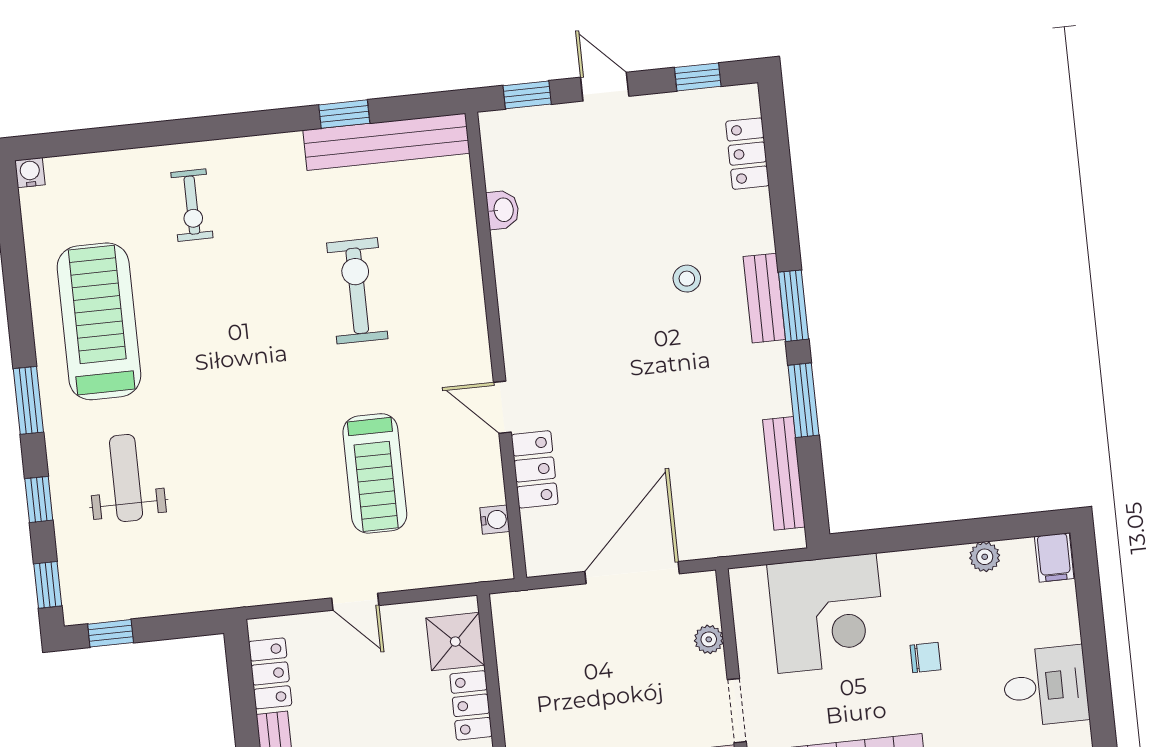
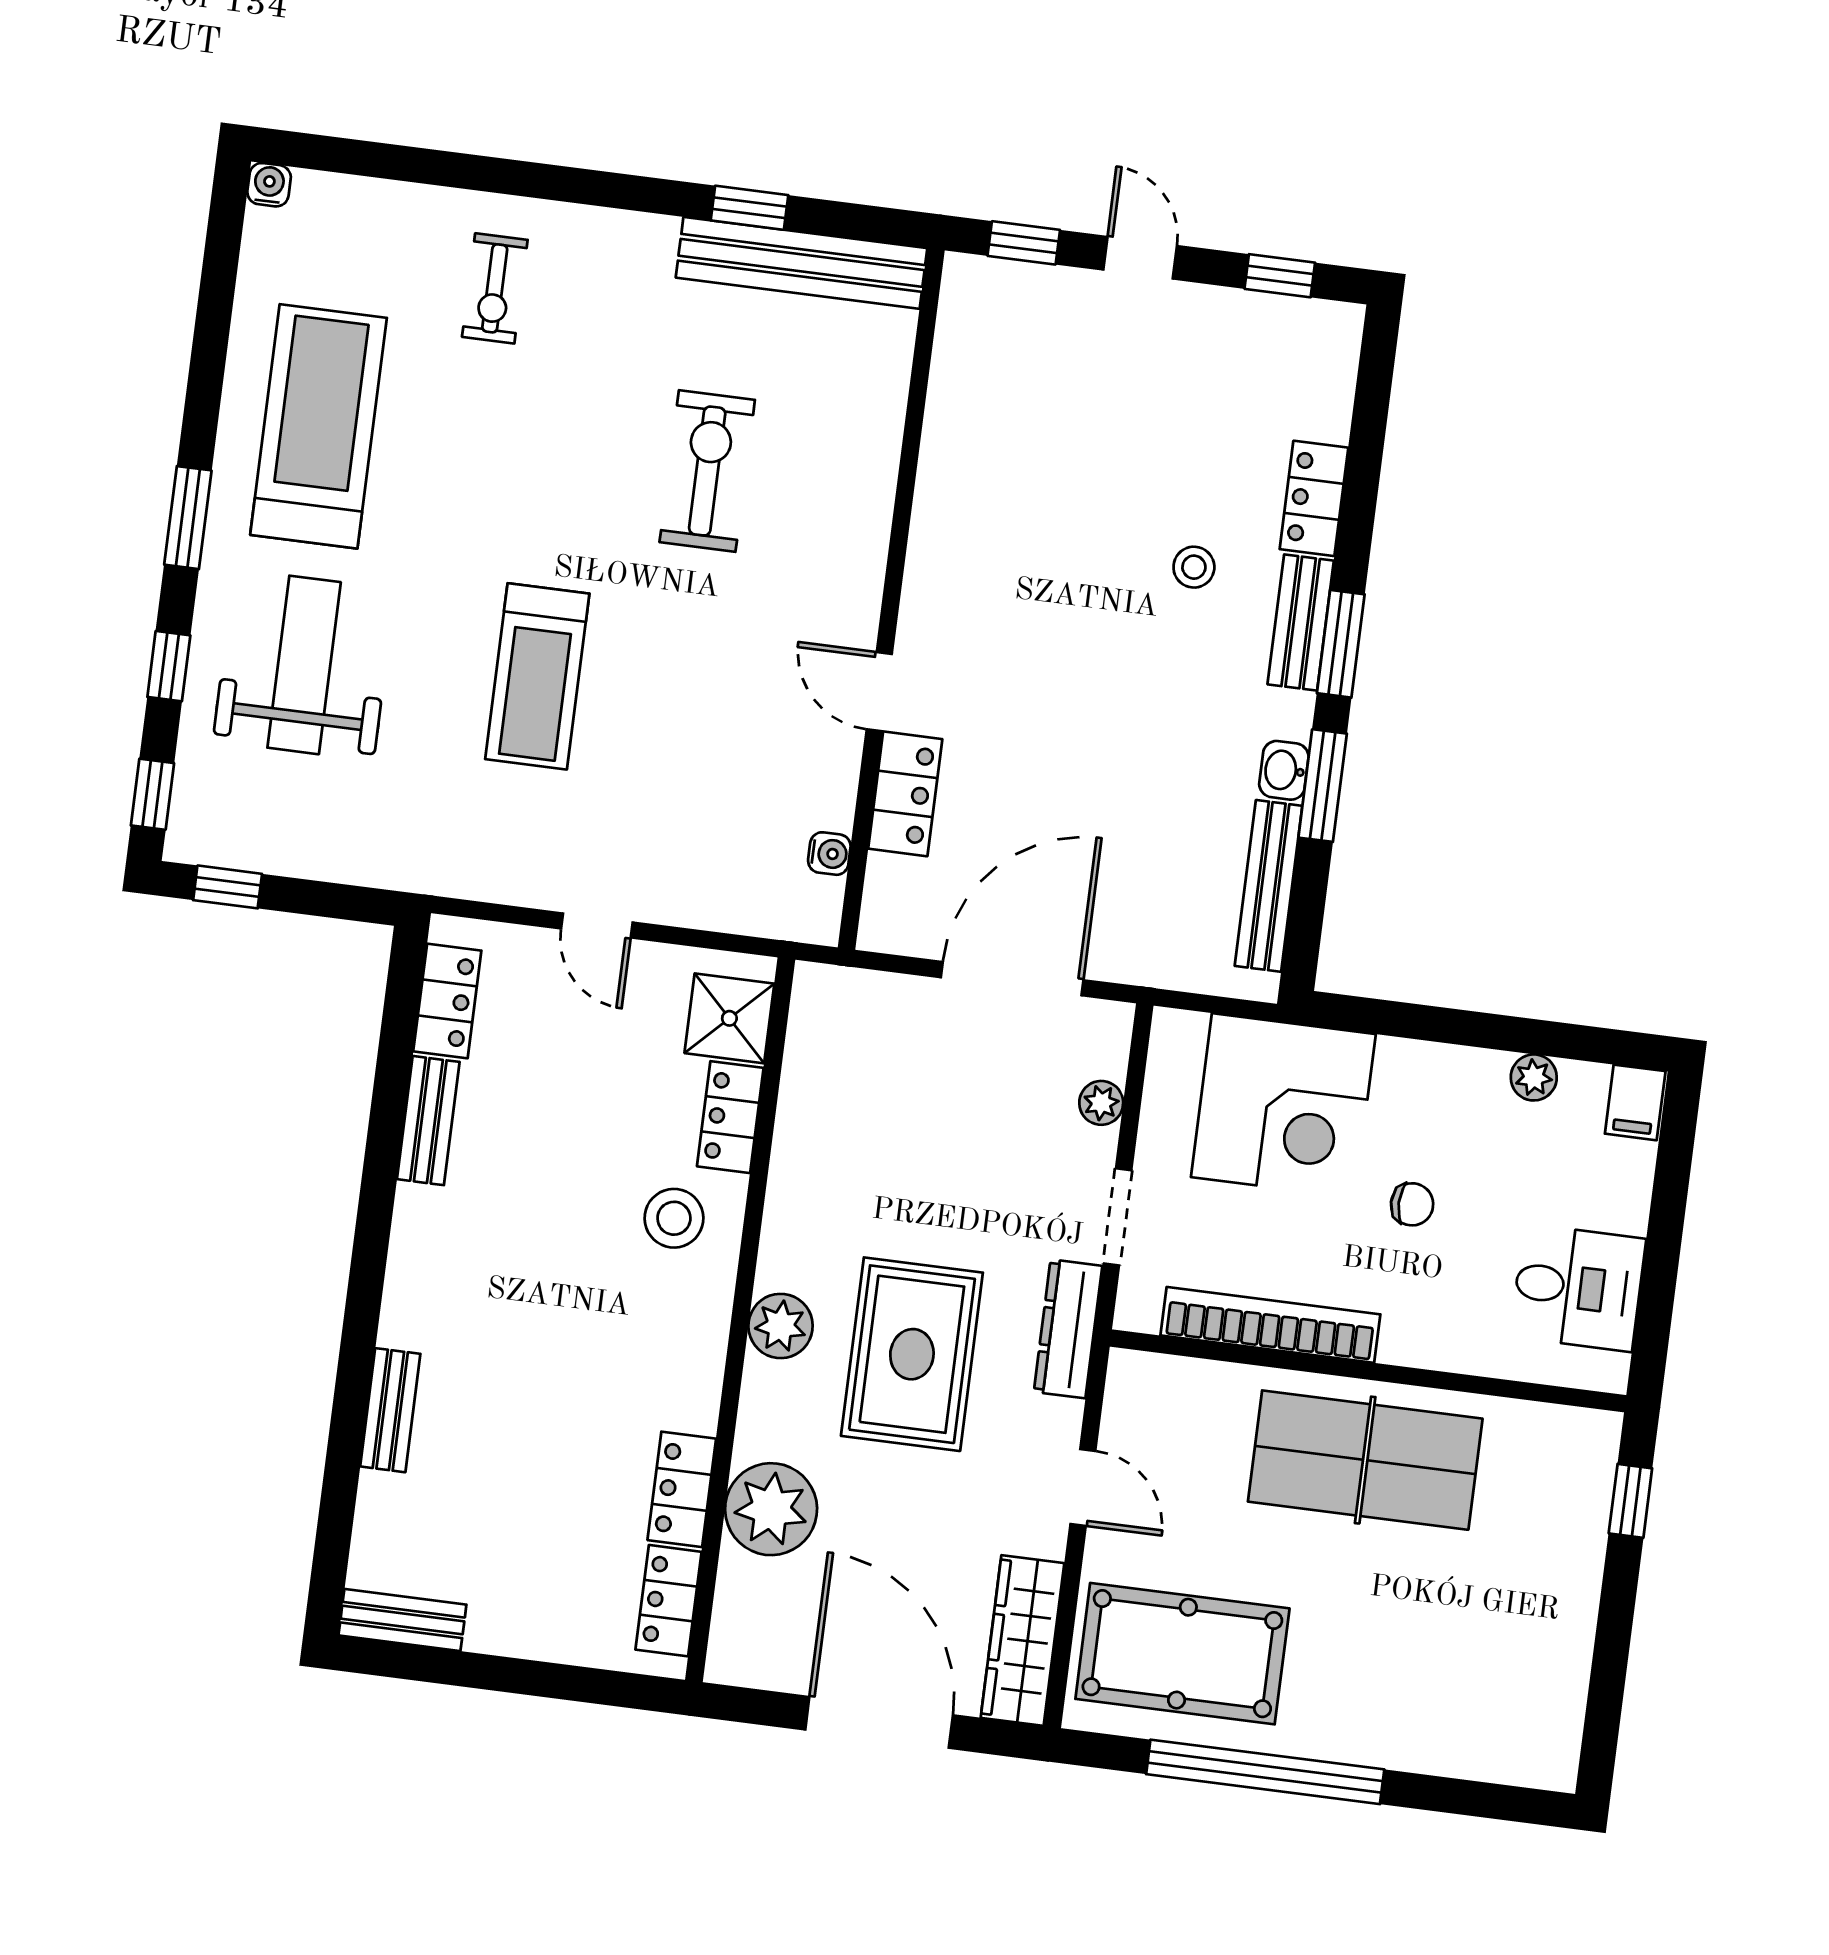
locker: (747, 154) -> (1314, 498), moved
washbasin: (503, 210) -> (1284, 770), moved, turned 180
treadmill: (375, 473) -> (537, 676), moved
weight bench: (126, 478) -> (304, 665), width x1.36, depth x1.33

